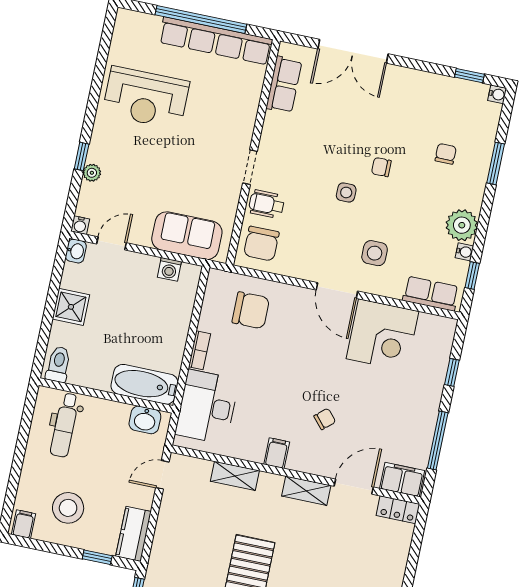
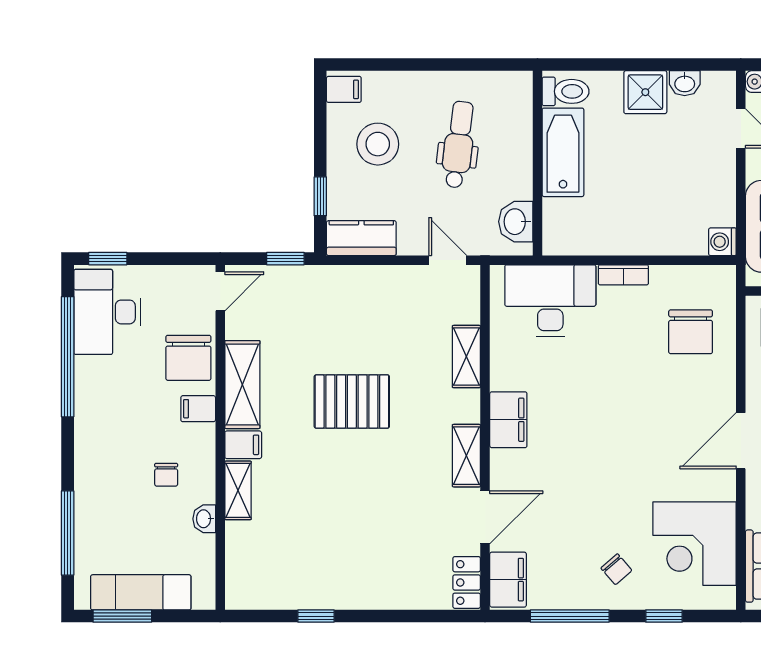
washbasin: (76, 251) -> (685, 83), moved
washing machine: (169, 269) -> (722, 242), moved
corner desk: (382, 335) -> (694, 544), moved
bathtub: (145, 384) -> (563, 152), moved
chair: (325, 419) -> (616, 569), moved
dental chair: (65, 425) -> (459, 145), moved, turned 97
filing cabinet: (277, 453) -> (508, 420), width x2.00
door: (354, 487) -> (485, 517), hinge flipped

